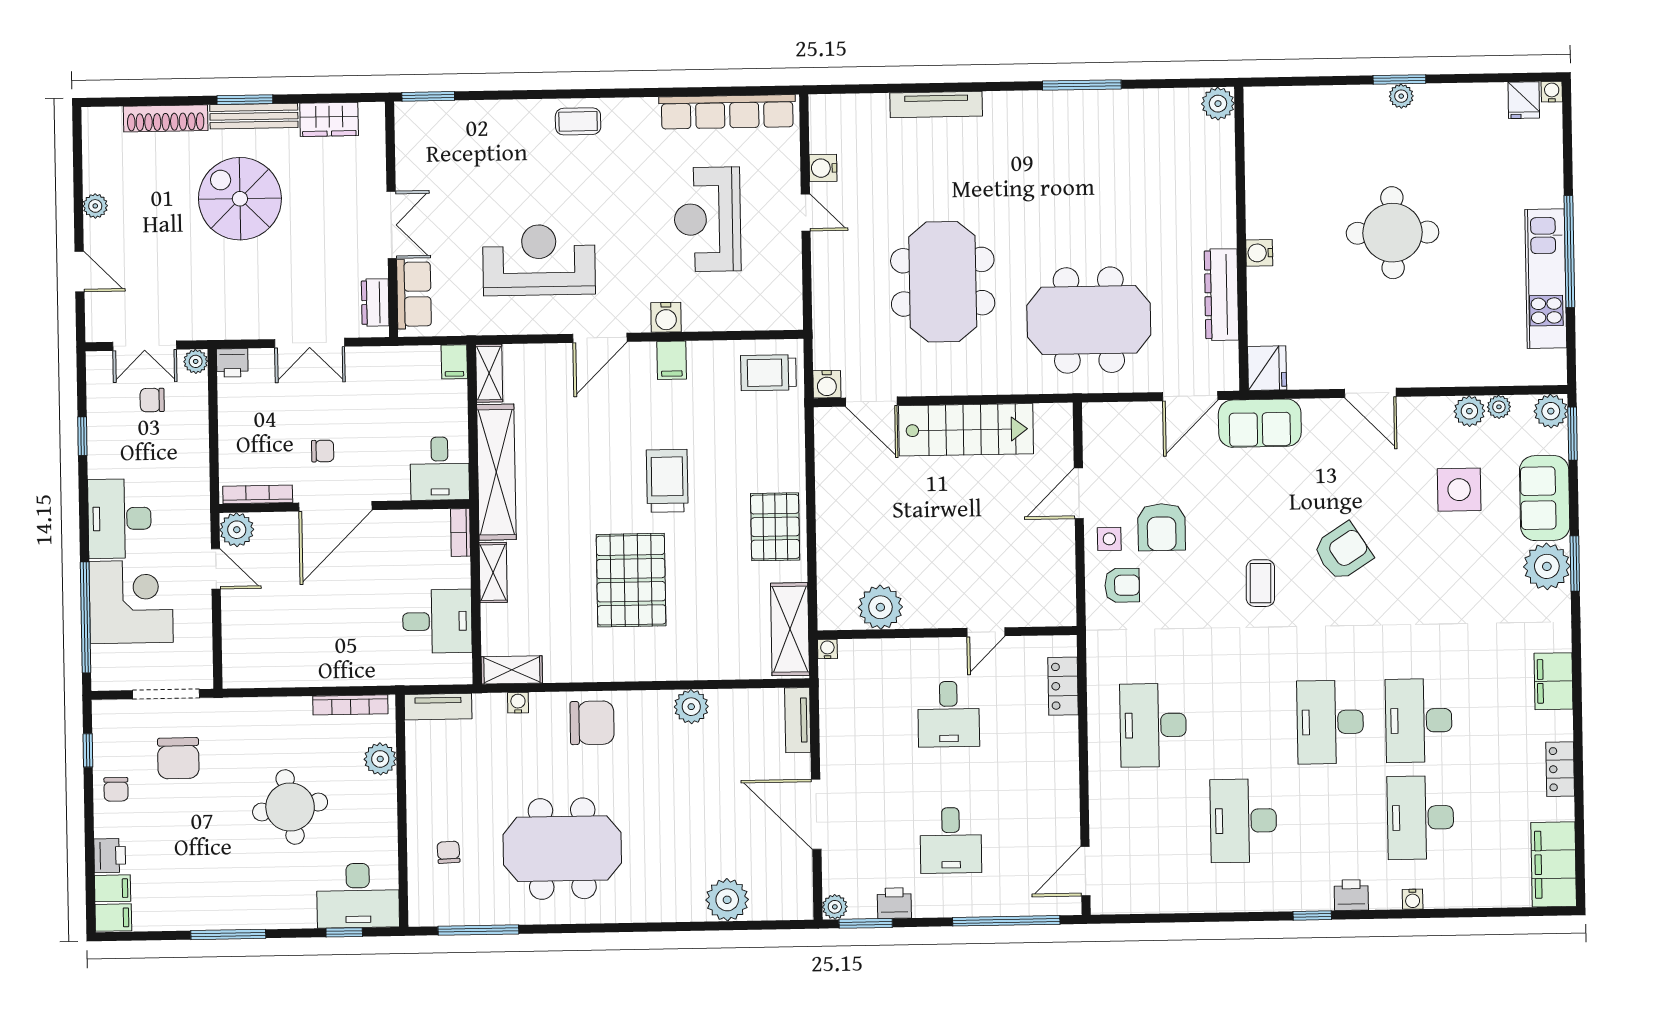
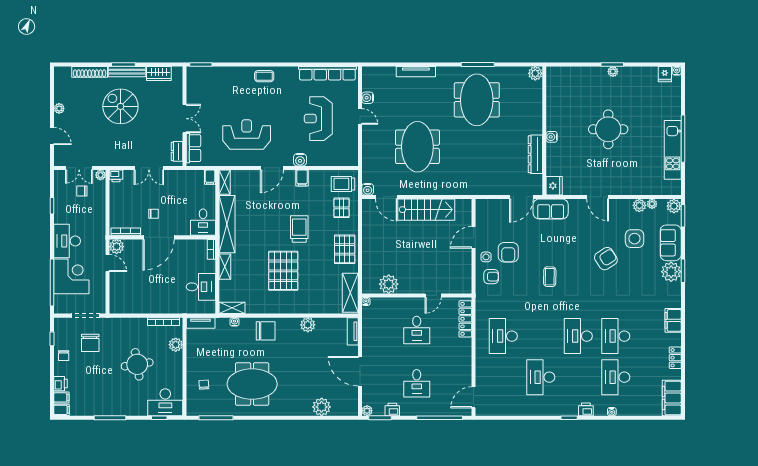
meeting table: (1089, 320) -> (477, 100), moved, turned 90
pallet: (766, 429) -> (341, 208), added
armchair: (1343, 552) -> (606, 259), moved
locker: (1063, 686) -> (465, 319), width x1.53

